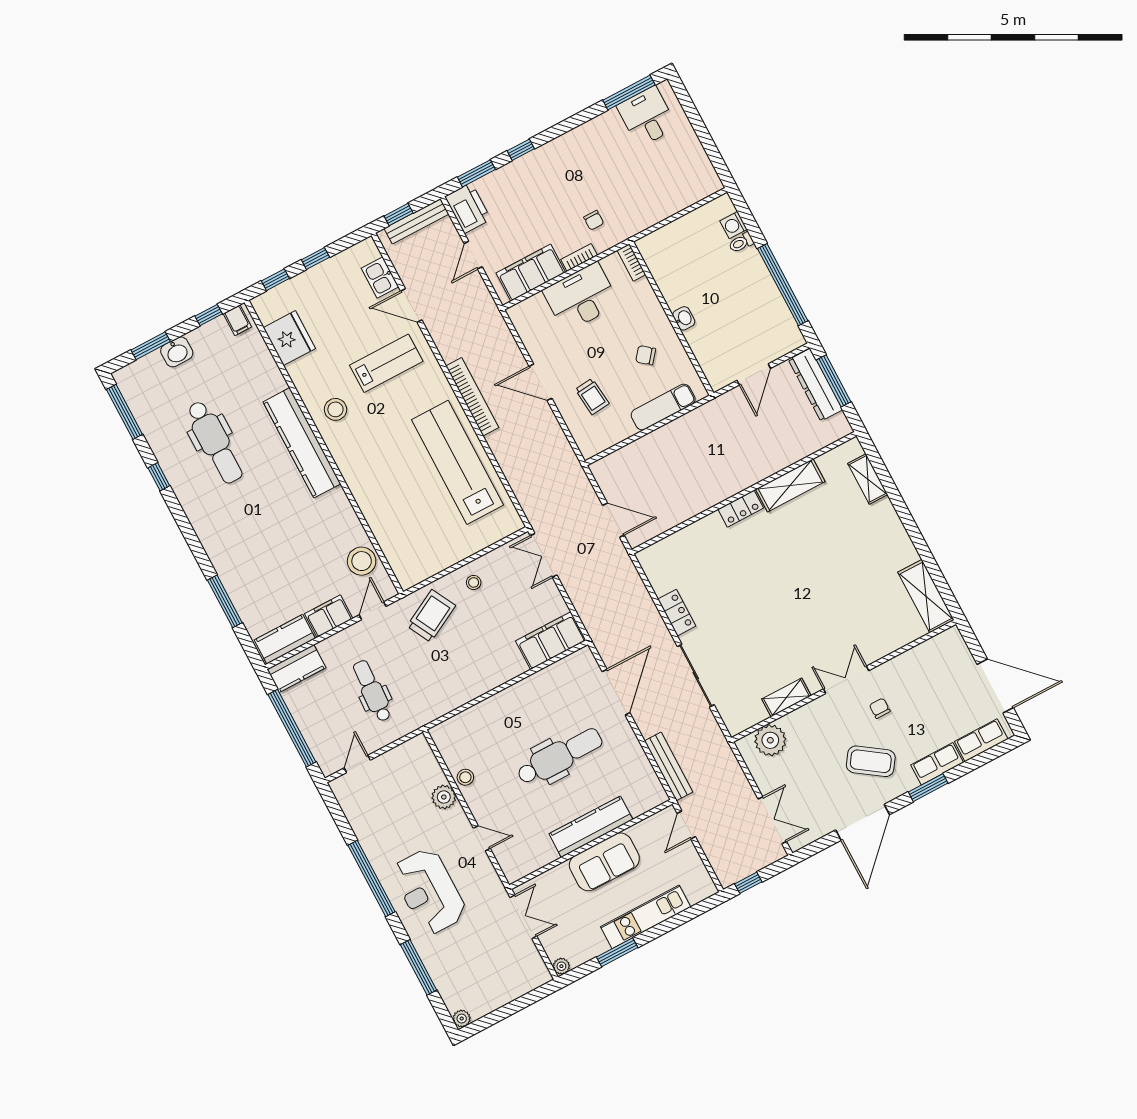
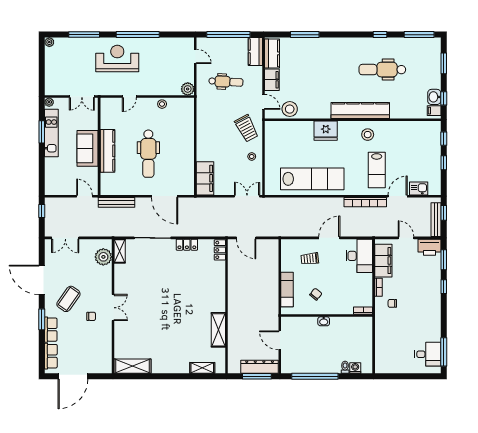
desk: (581, 297) -> (359, 256), moved
fridge: (289, 338) -> (326, 131), moved
washbasin: (177, 352) -> (434, 97), moved
bookcase: (472, 397) -> (365, 202), moved
locker: (741, 509) -> (220, 250), moved
door: (613, 520) -> (246, 238), hinge flipped
shelving: (786, 697) -> (120, 251), moved
plant: (444, 797) -> (188, 89), moved
kitchen unit: (646, 917) -> (51, 133), moved

